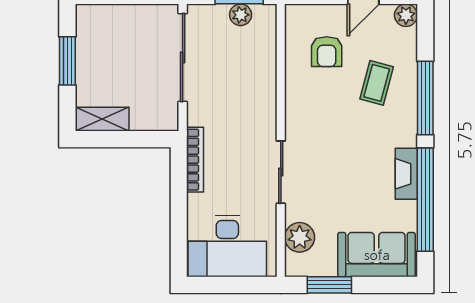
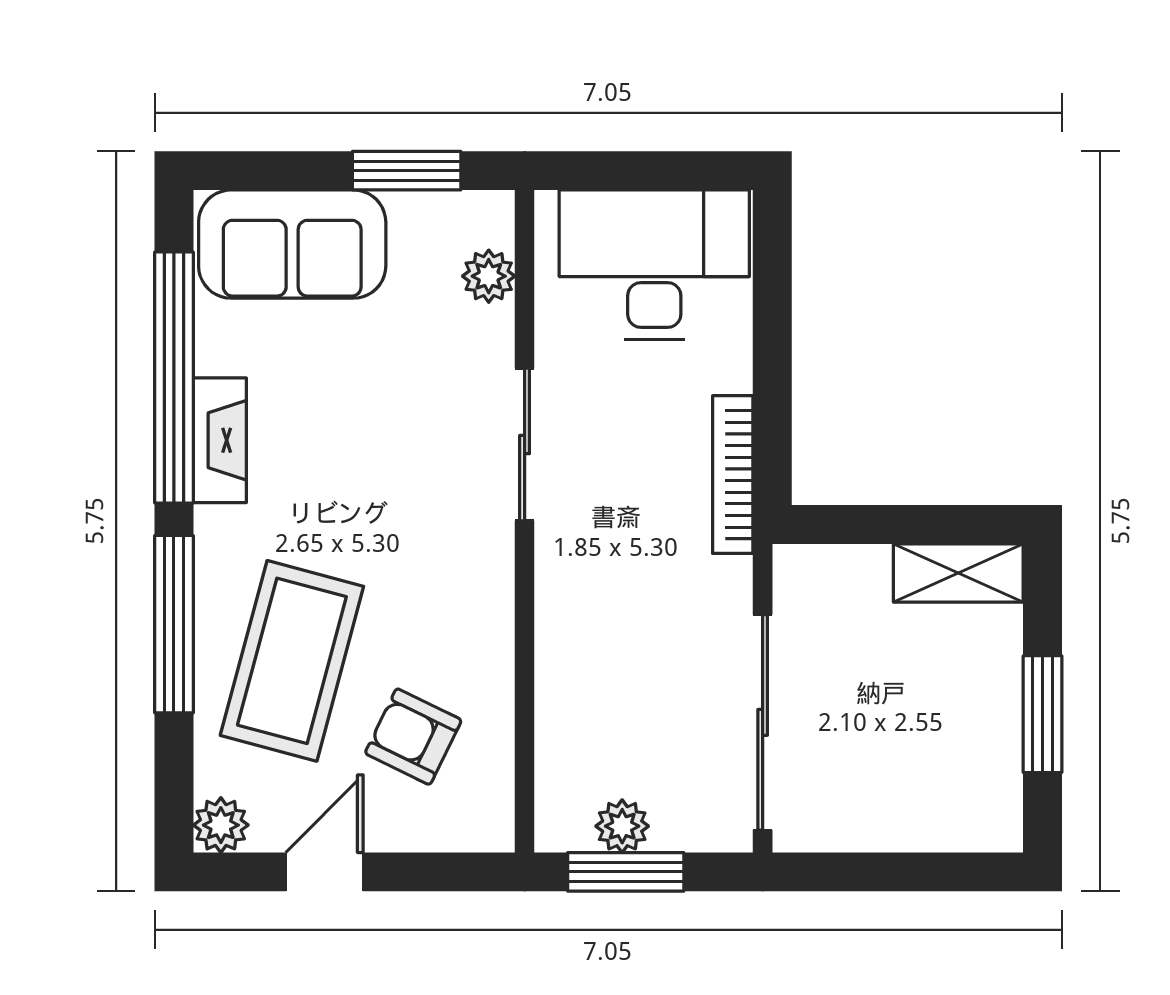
armchair: (327, 52) -> (413, 737), turned -64
coffee table: (377, 83) -> (292, 661), width x1.86, depth x1.72
plant: (300, 237) -> (489, 276), width x0.73, depth x0.73

